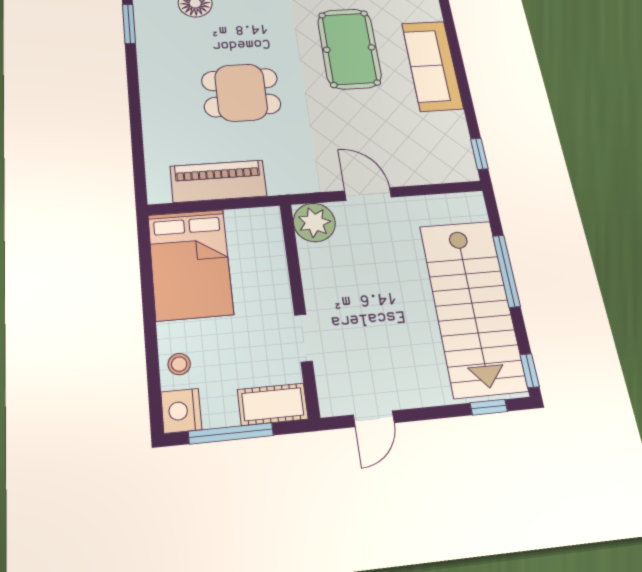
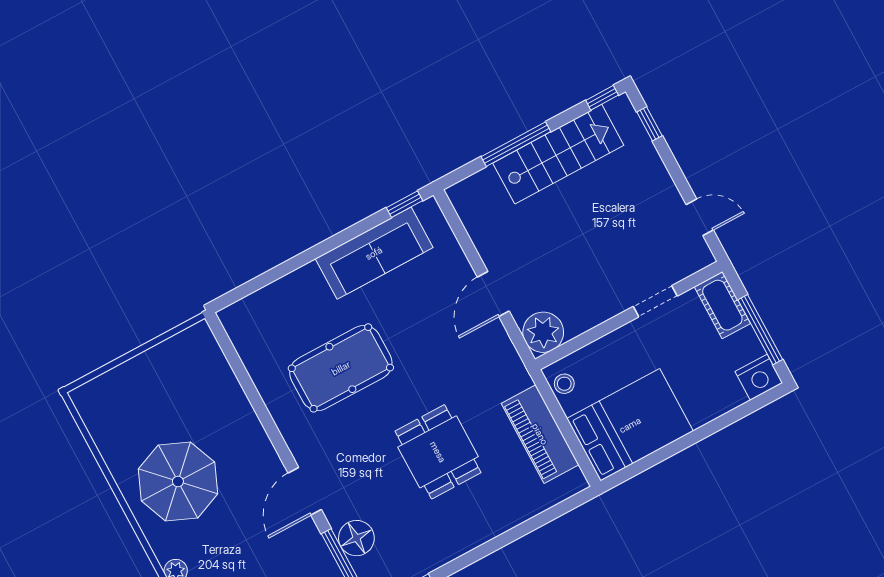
sofa: (432, 66) -> (374, 253), moved
stairs: (472, 307) -> (558, 154), width x0.73, depth x0.66
stool: (179, 364) -> (564, 384), moved

